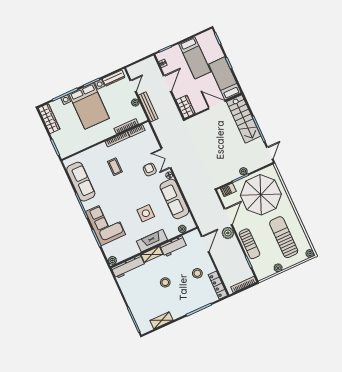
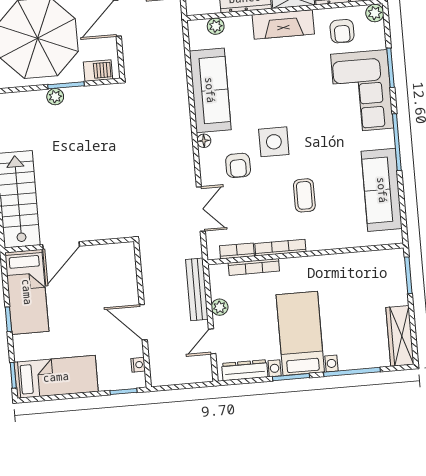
bed: (195, 58) -> (56, 377), moved, turned 90
door: (167, 83) -> (143, 322), hinge flipped
door: (217, 105) -> (61, 245), hinge flipped
bed with nightstands: (89, 106) -> (300, 333), width x0.73
wardrobe: (186, 107) -> (124, 264), removed
double door: (166, 158) -> (201, 209), moved
side table: (146, 213) -> (274, 142), moved
armchair: (124, 247) -> (342, 31), added

